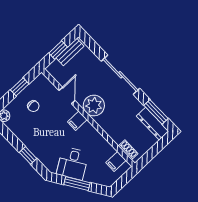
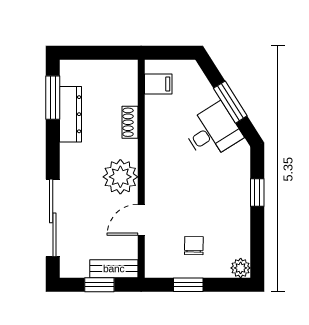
bench: (70, 52) -> (114, 269), moved
sliding door: (121, 75) -> (53, 218), moved
filing cabinet: (77, 121) -> (158, 178), removed
dresser: (152, 124) -> (71, 114), moved
shoe rack: (128, 150) -> (130, 122), moved

